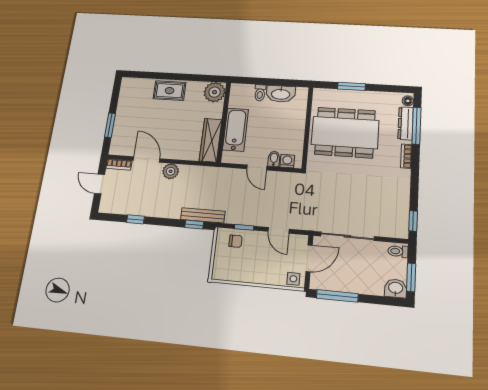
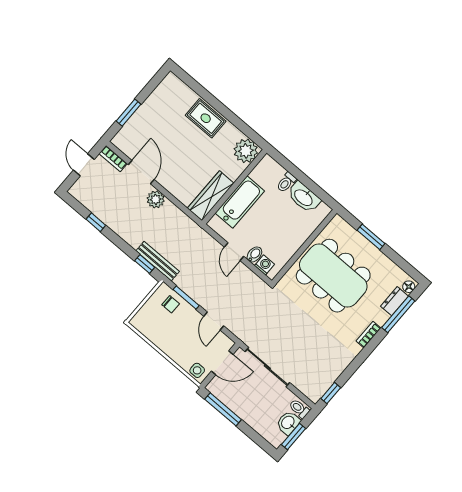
dresser: (406, 123) -> (394, 301), width x0.70
window: (244, 227) -> (186, 297), width x1.50
washbasin: (396, 288) -> (288, 423), moved, turned -90

